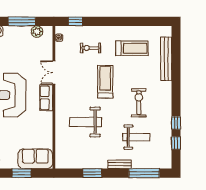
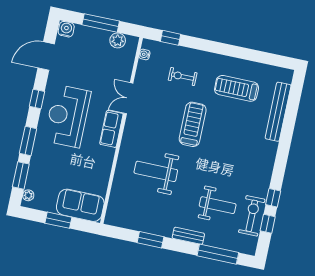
treadmill: (132, 48) -> (237, 88), turned 180
exercise bike: (139, 103) -> (252, 216), moved

